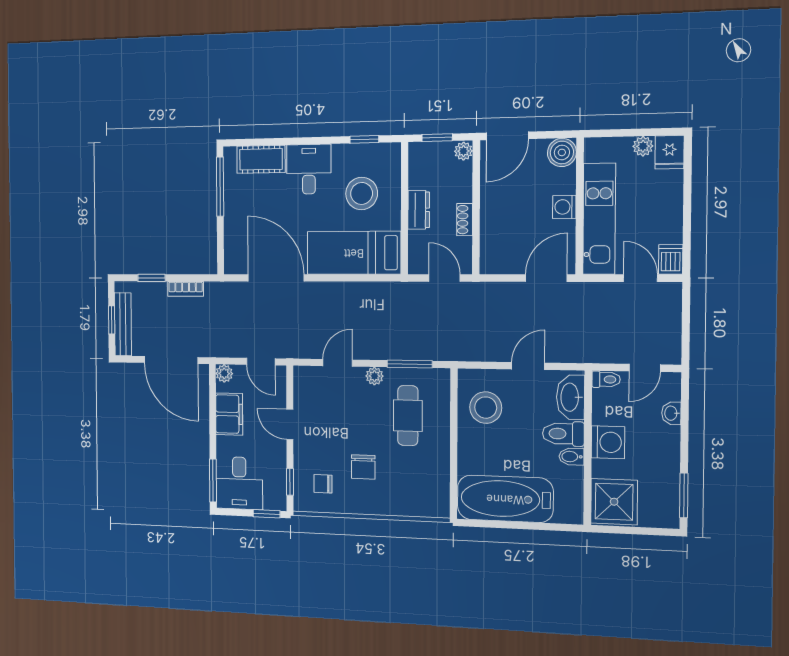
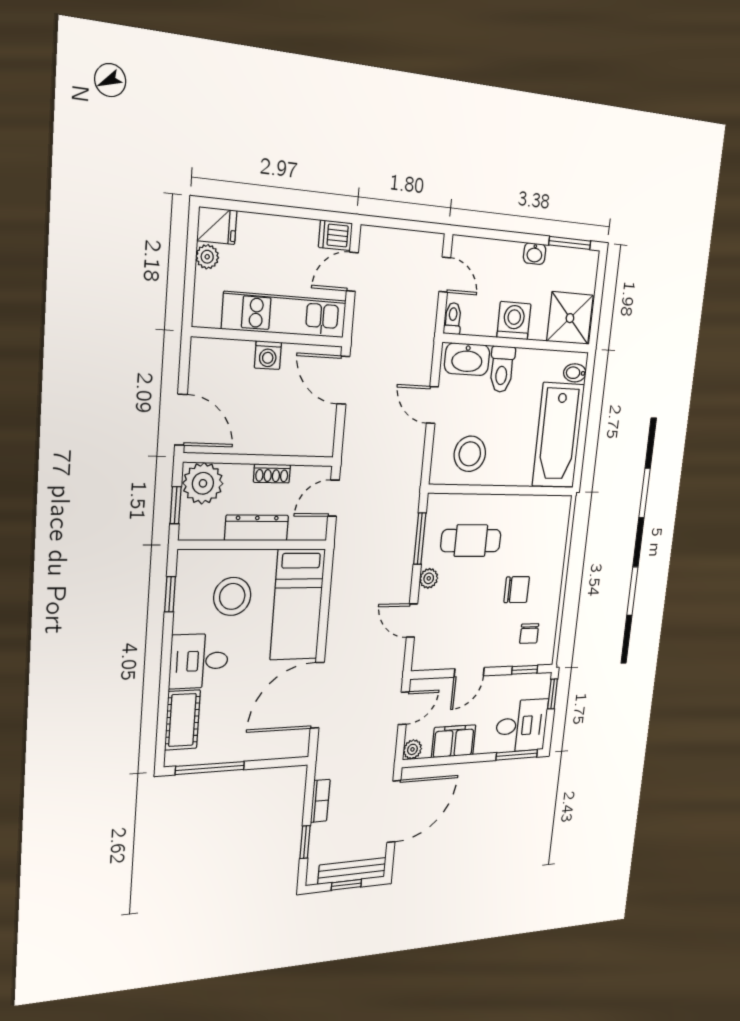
plant: (463, 151) -> (203, 483), width x1.88, depth x1.88
boiler: (562, 152) -> (206, 355), removed
dresser: (419, 210) -> (257, 528), width x1.44
washbasin: (671, 413) -> (535, 254), moved
bidet: (571, 457) -> (575, 373), moved, turned 90

